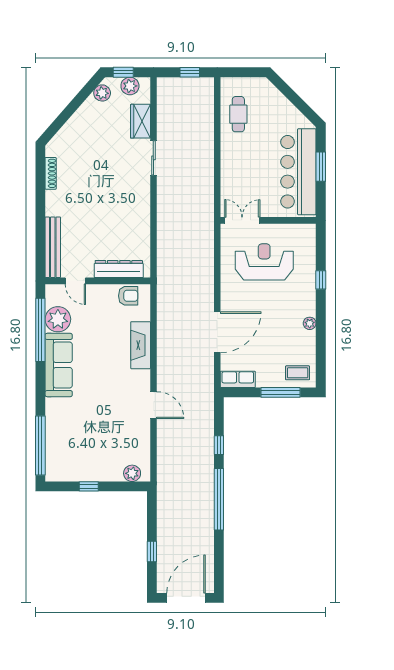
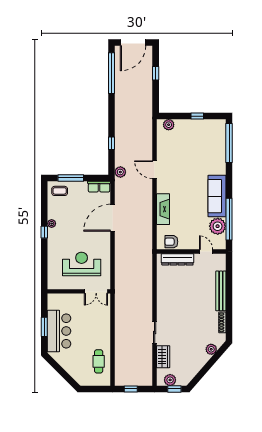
plant: (102, 93) -> (211, 349), moved
bar counter: (298, 172) -> (59, 331), width x0.73
bench: (53, 247) -> (221, 291), moved
reception desk: (264, 262) -> (82, 264), turned 180
window: (321, 280) -> (44, 232), moved
plant: (205, 401) -> (120, 172), added
window: (219, 499) -> (112, 73), moved

